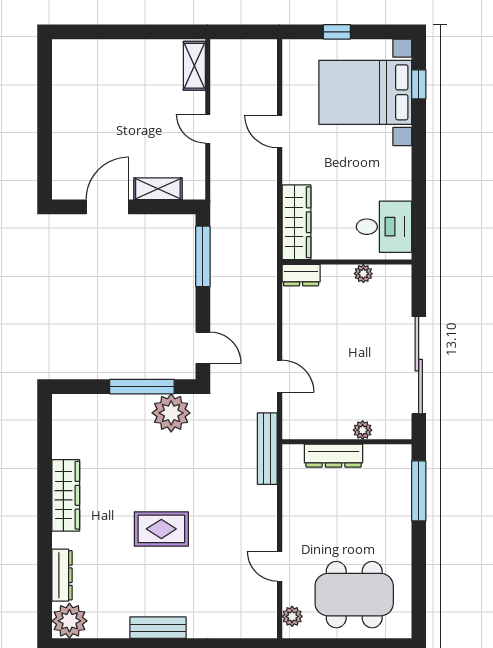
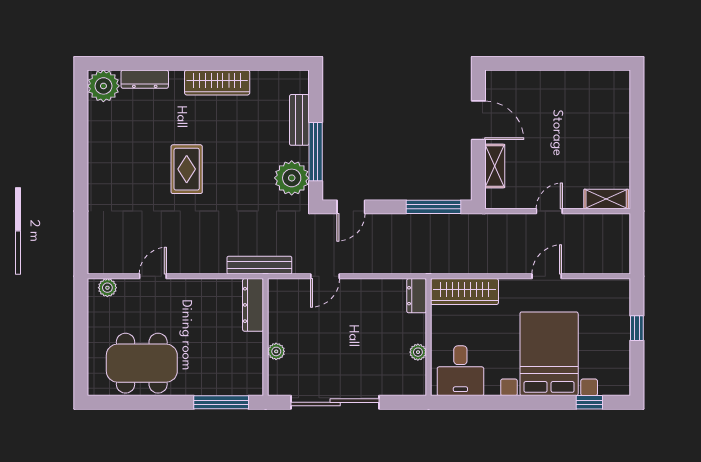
bed with nightstands: (365, 92) -> (549, 354), moved
dresser: (334, 456) -> (253, 305), moved
dining table: (354, 595) -> (142, 363), moved, turned 90
bench: (158, 628) -> (299, 120), moved

